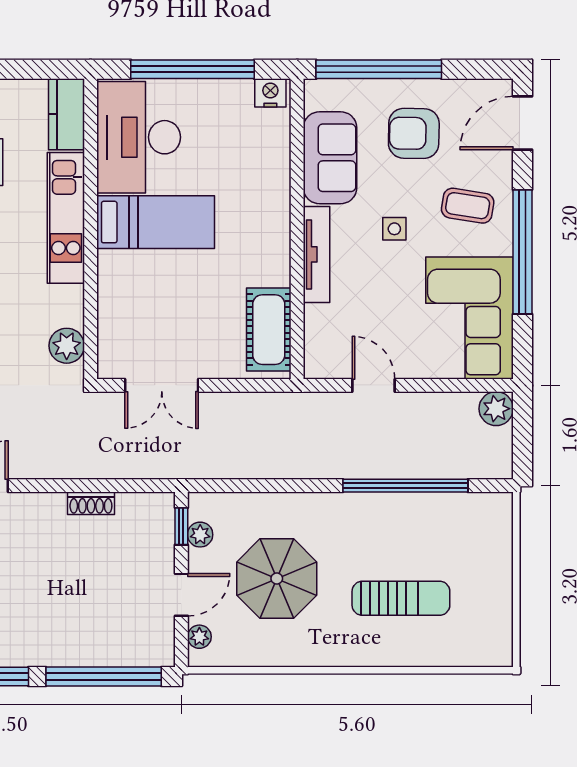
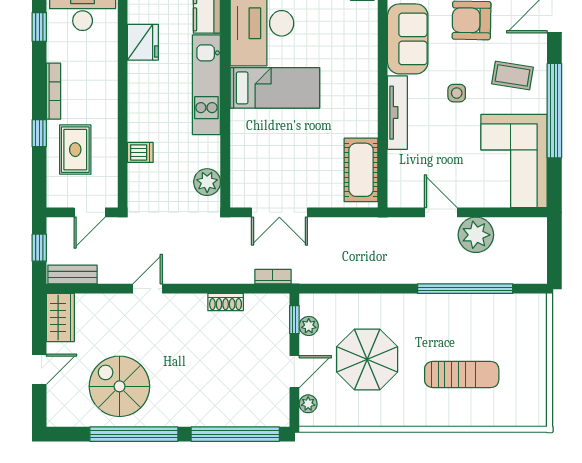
plant: (496, 409) -> (476, 235), moved, width x1.36, depth x1.36
bookcase: (153, 470) -> (273, 277), added

